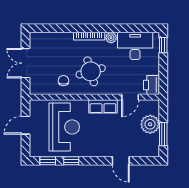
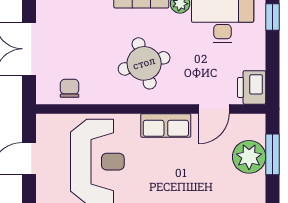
chair: (63, 81) -> (70, 88), moved
window: (163, 134) -> (272, 154), moved

